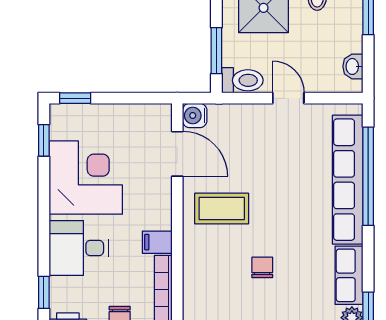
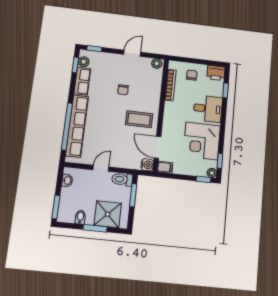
door: (288, 98) -> (101, 168), swing flipped
plant: (59, 113) -> (212, 173), added
filing cabinet: (157, 242) -> (165, 167), moved

